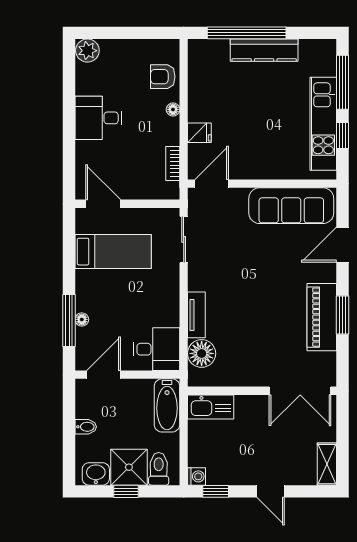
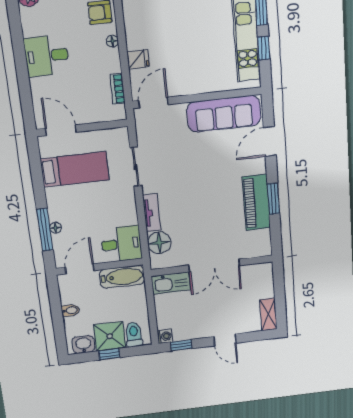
sliding door: (184, 239) -> (136, 167), moved
double door: (300, 391) -> (214, 265), moved
bathtub: (167, 405) -> (122, 277), moved, turned -90

